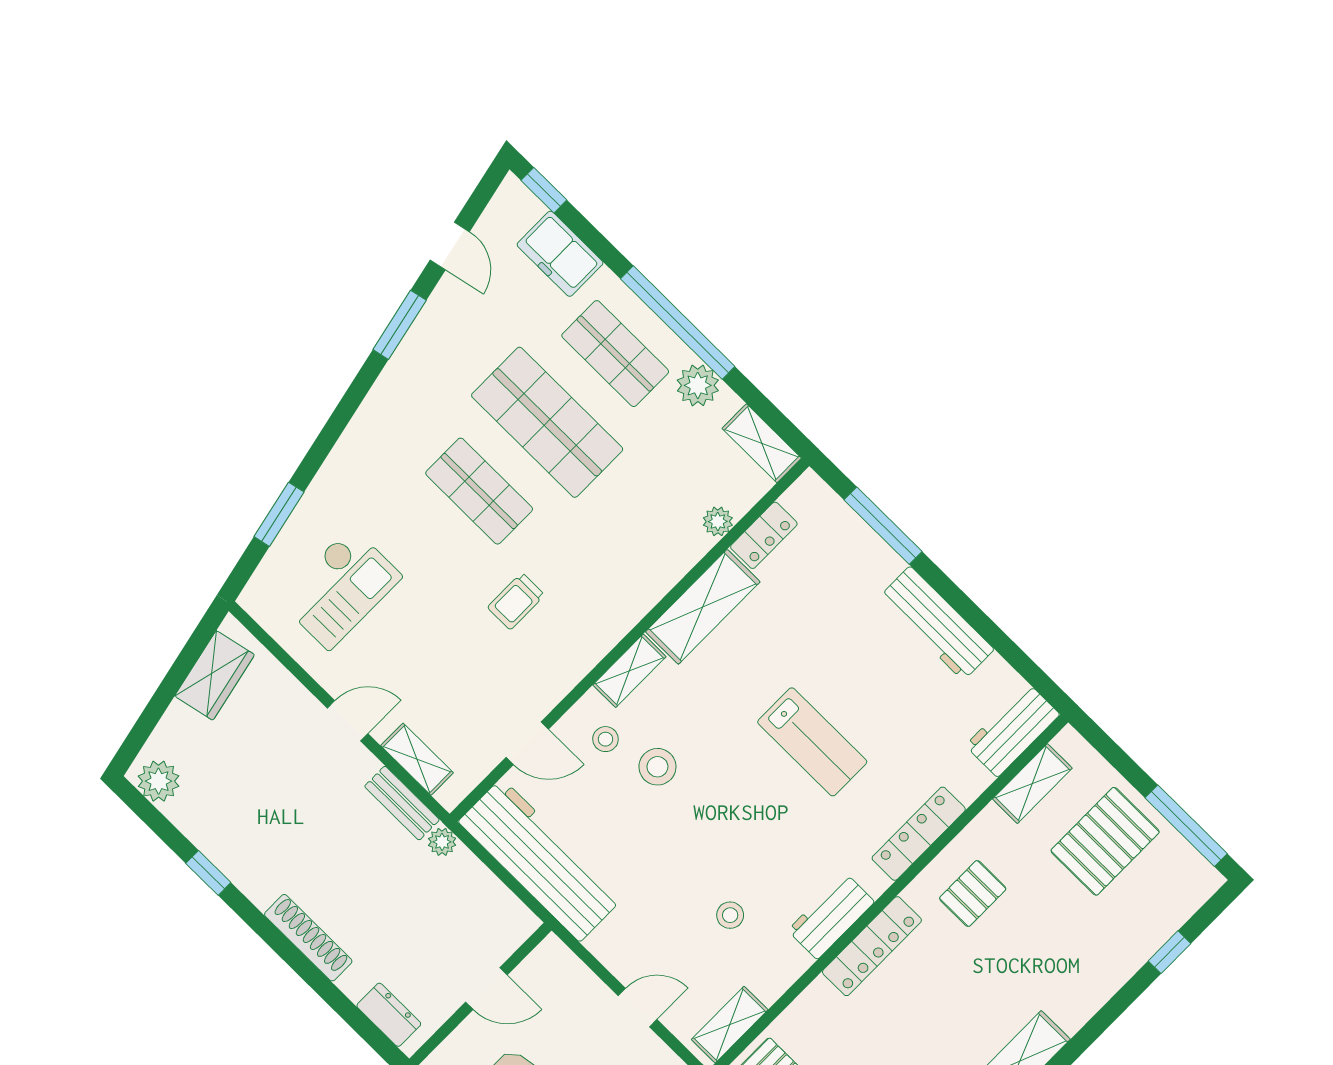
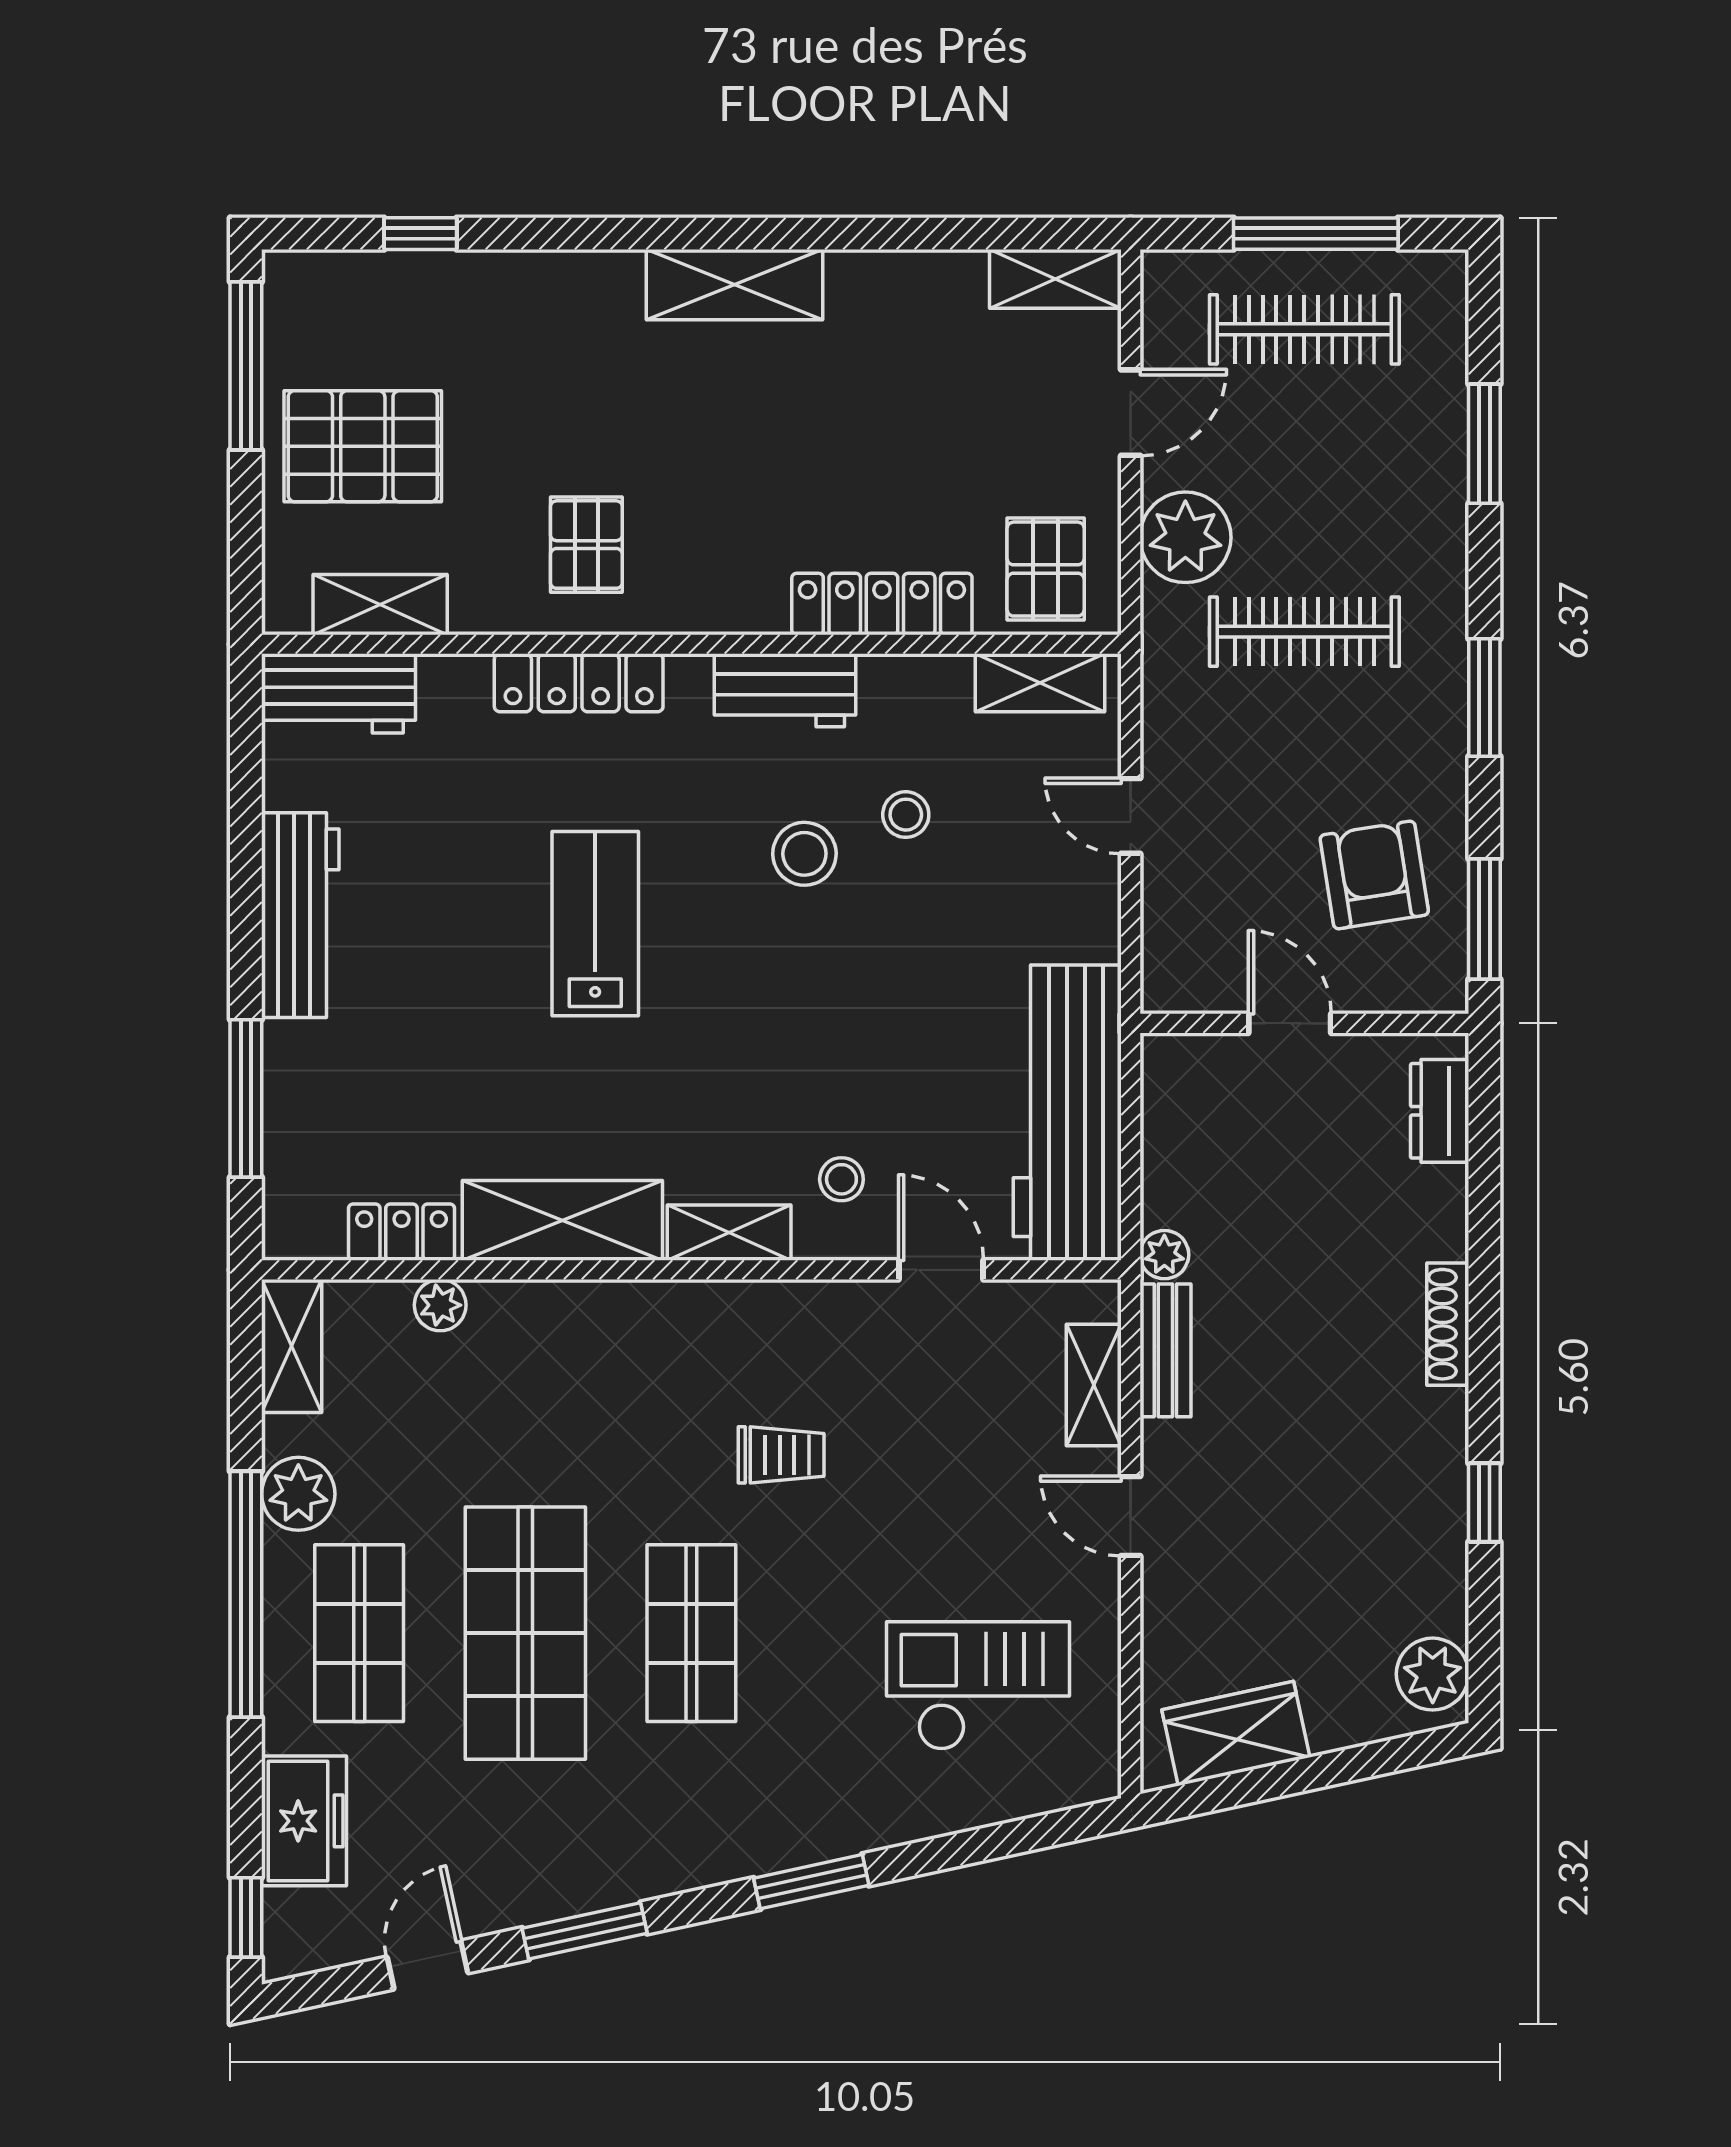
window: (279, 514) -> (811, 1882), moved
stool: (657, 767) -> (804, 854), moved
pallet: (973, 894) -> (586, 545), turned 90
shoe rack: (308, 938) -> (1448, 1324), width x0.74, depth x0.81
locker: (872, 946) -> (882, 604), moved

